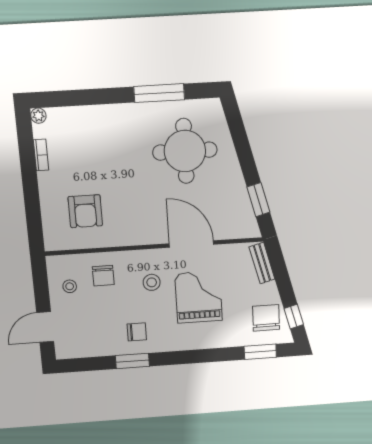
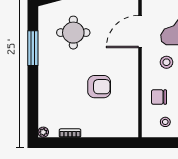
round table: (185, 151) -> (73, 33), width x0.73, depth x0.73
armchair: (85, 211) -> (99, 87), moved
chair: (103, 276) -> (159, 97), turned 180

